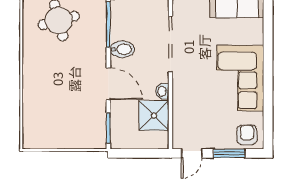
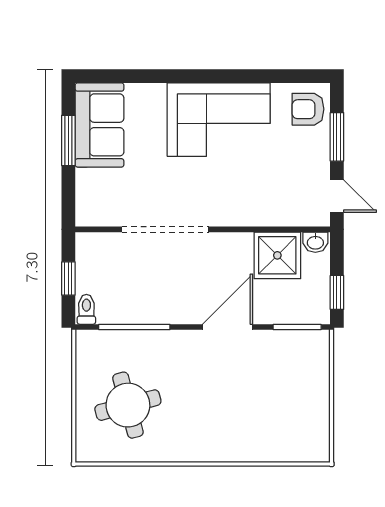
bidet: (122, 49) -> (173, 305), removed
washbasin: (162, 91) -> (315, 242), moved
window: (130, 153) -> (337, 292), added

